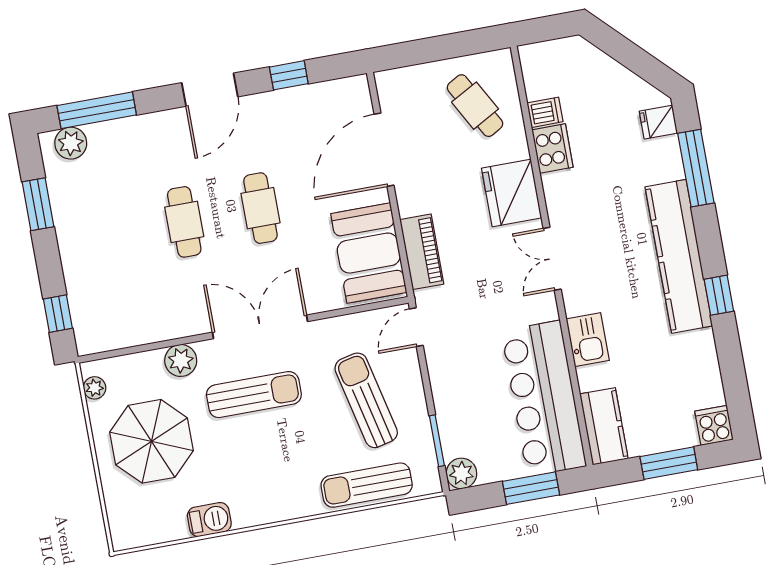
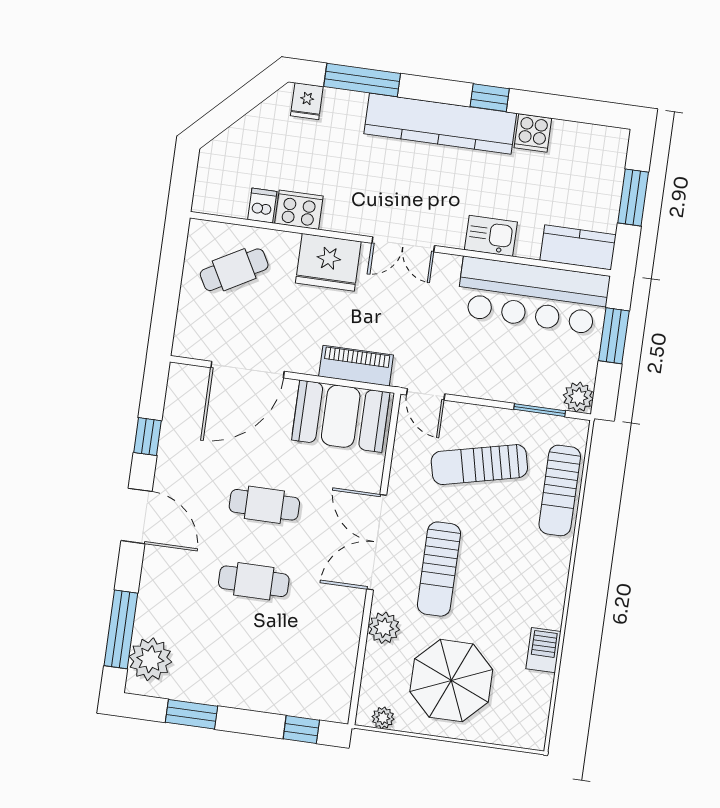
plant: (71, 143) -> (150, 659), width x1.36, depth x1.36
door: (384, 150) -> (248, 370), hinge flipped
sun lounger: (254, 395) -> (439, 569), turned 180
cooker: (714, 425) -> (533, 133), moved, turned -90

